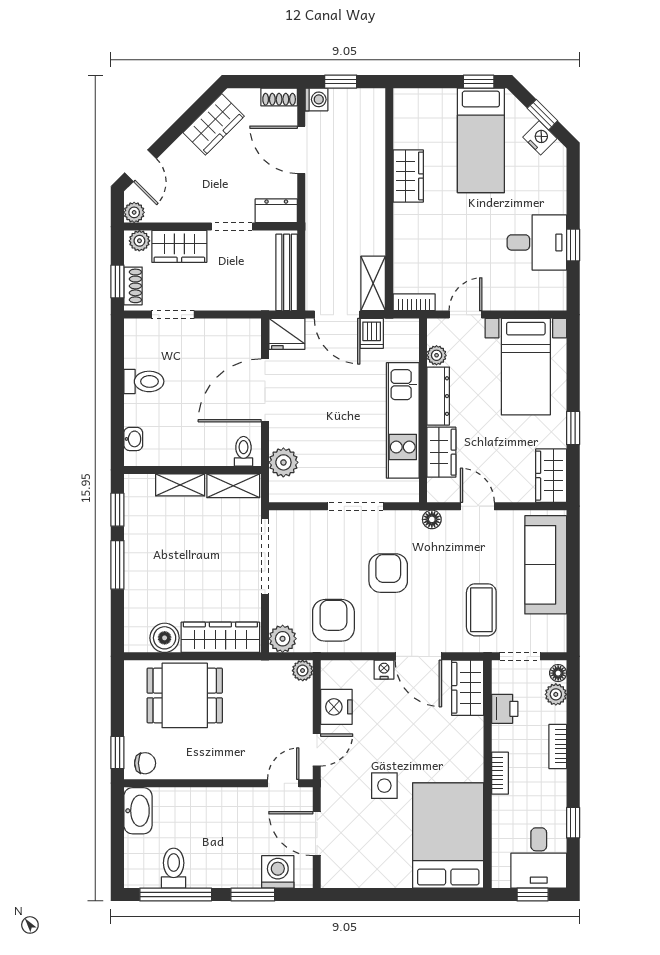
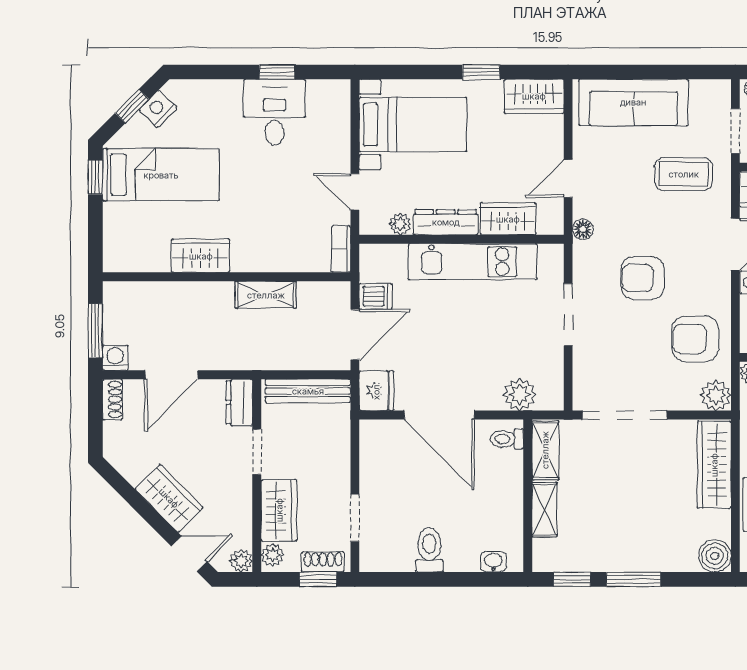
window: (341, 82) -> (95, 331), width x1.50
wardrobe: (214, 124) -> (169, 498), moved
shelving: (373, 283) -> (266, 295), moved
boiler: (165, 638) -> (715, 556), moved

